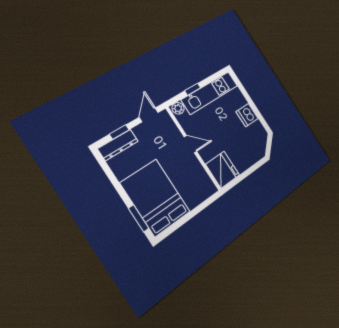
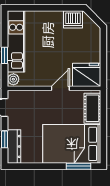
dishwasher: (247, 115) -> (73, 19), moved
door: (190, 144) -> (60, 88), moved
cot: (199, 194) -> (92, 108), added

